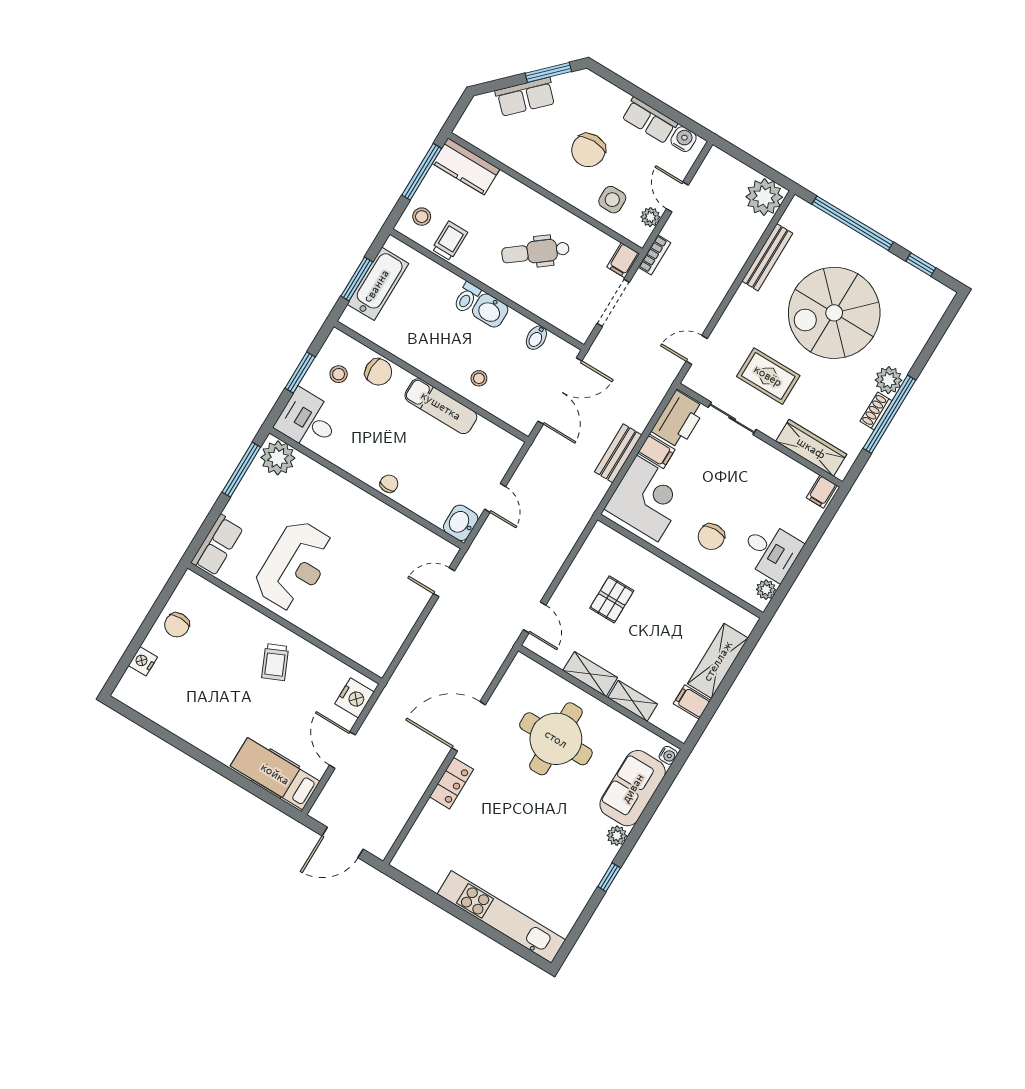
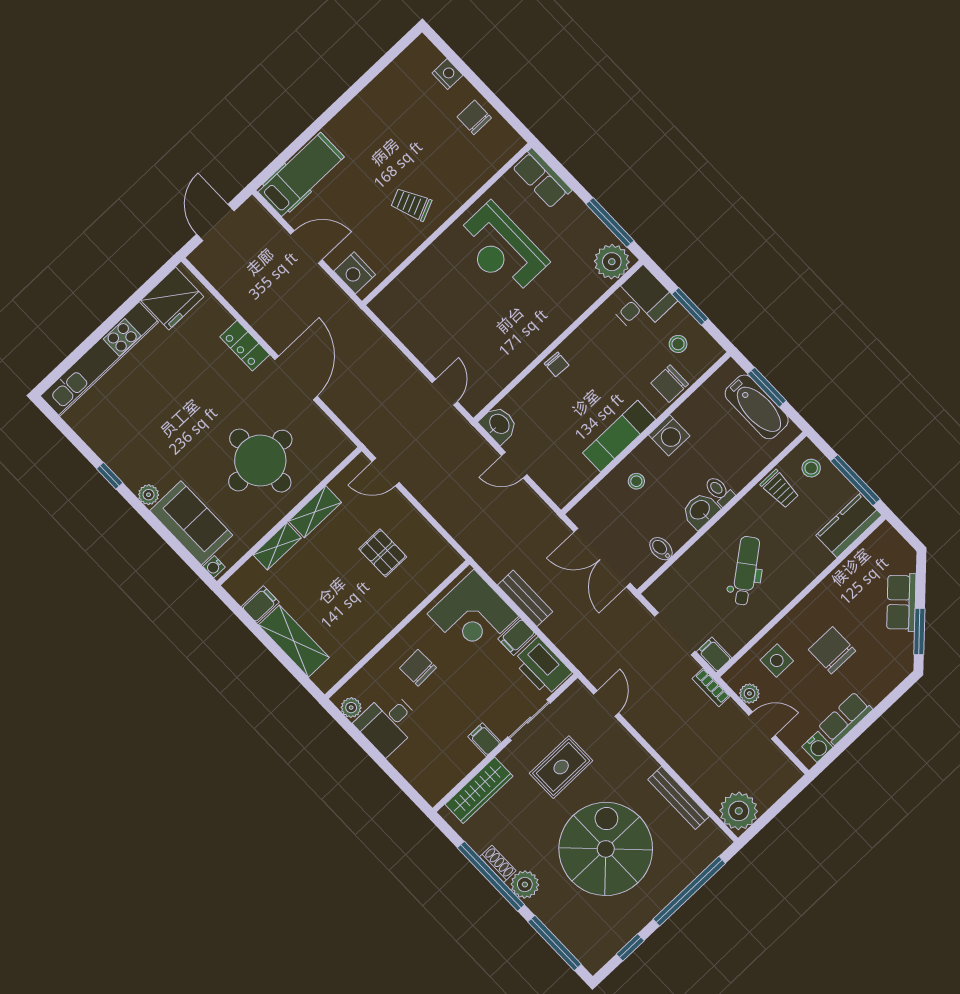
window: (936, 337) -> (555, 943), added
washing machine: (427, 359) -> (669, 435), added
filing cabinet: (822, 492) -> (484, 740), moved
fridge: (425, 864) -> (172, 299), added

